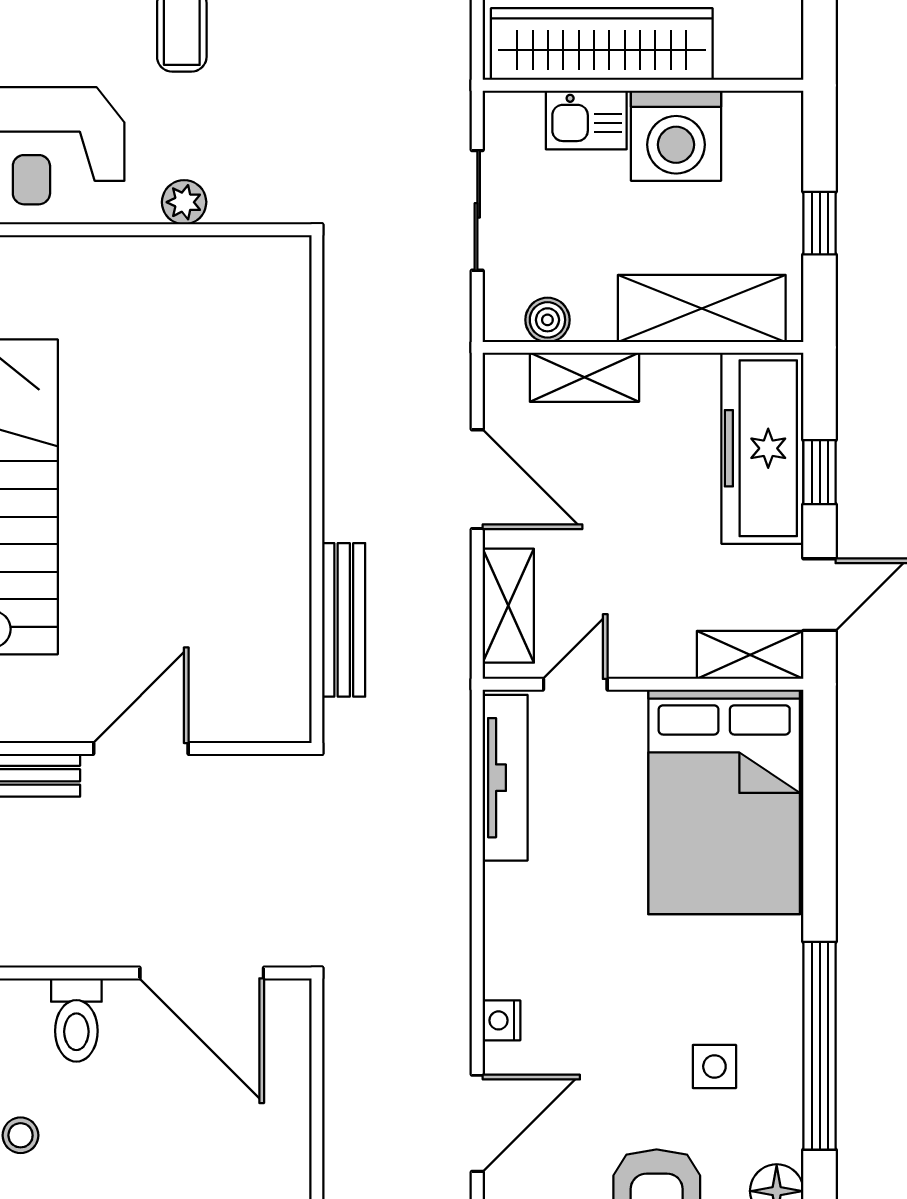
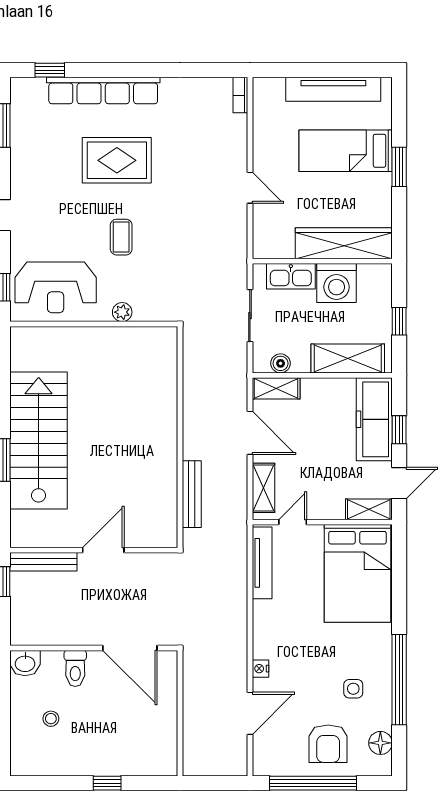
wardrobe: (602, 44) -> (344, 243), moved
kitchen sink: (586, 120) -> (291, 276), width x1.38
shelving: (584, 377) -> (276, 388), moved

